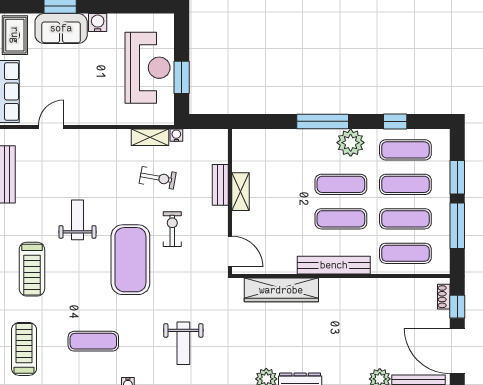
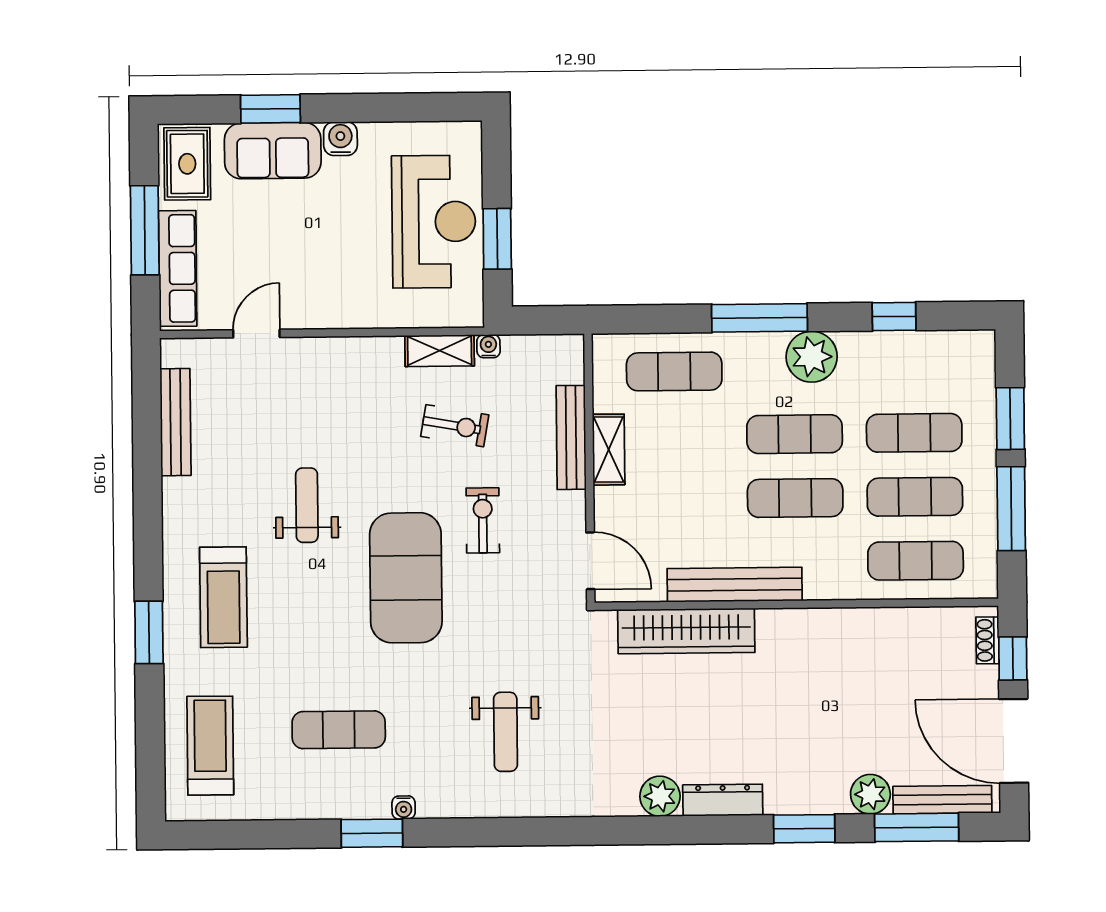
exercise mat: (405, 150) -> (674, 371), moved
bench: (220, 185) -> (571, 437), width x1.36
bench: (334, 265) -> (735, 585), moved

